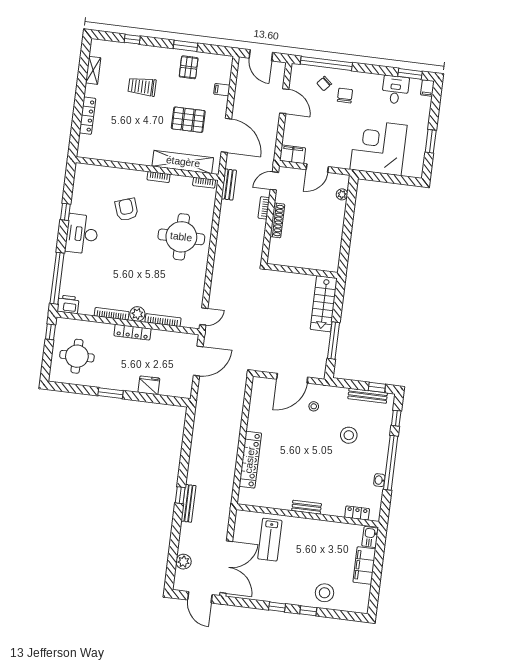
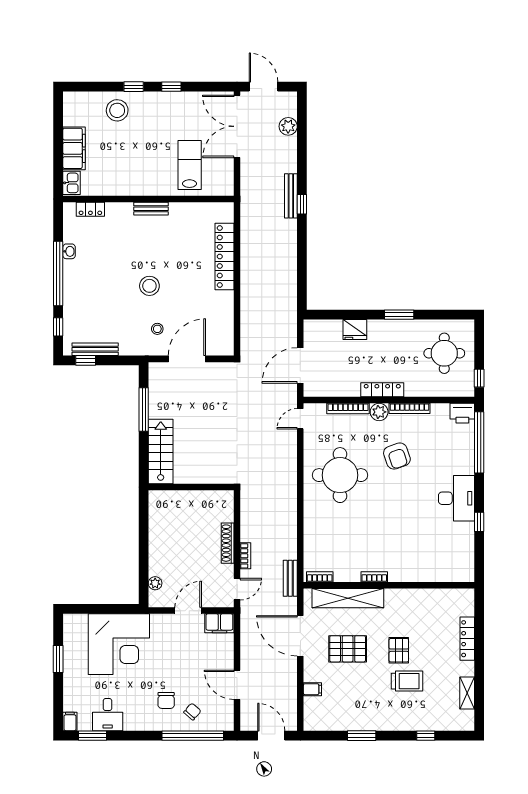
pallet: (189, 67) -> (399, 650), moved
armchair: (127, 209) -> (397, 456), moved
round table: (181, 237) -> (340, 475), moved
stool: (349, 435) -> (149, 286), moved

